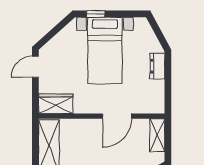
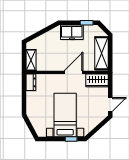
dresser: (157, 66) -> (31, 82), moved
door: (117, 116) -> (74, 72), moved

